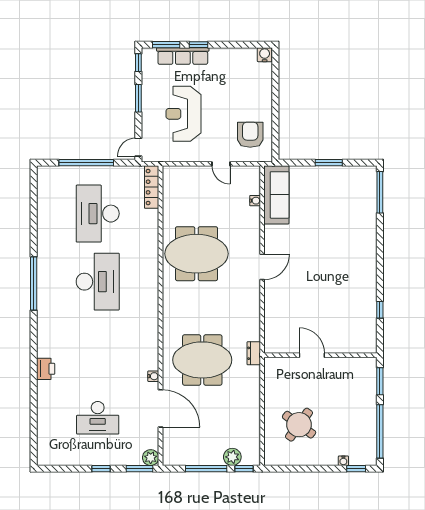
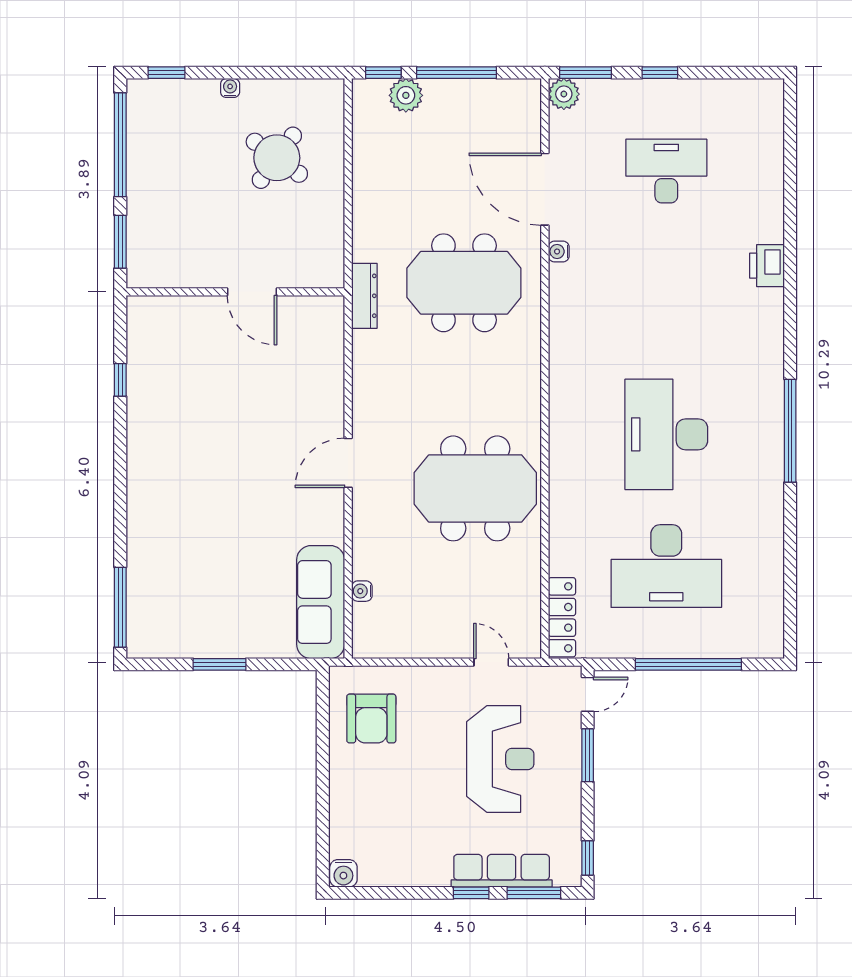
window: (138, 98) -> (588, 755), moved
door: (221, 164) -> (491, 662), moved
desk: (98, 214) -> (666, 566), turned 90
dresser: (254, 353) -> (364, 296), width x1.44
water cooler: (343, 461) -> (230, 88), moved

